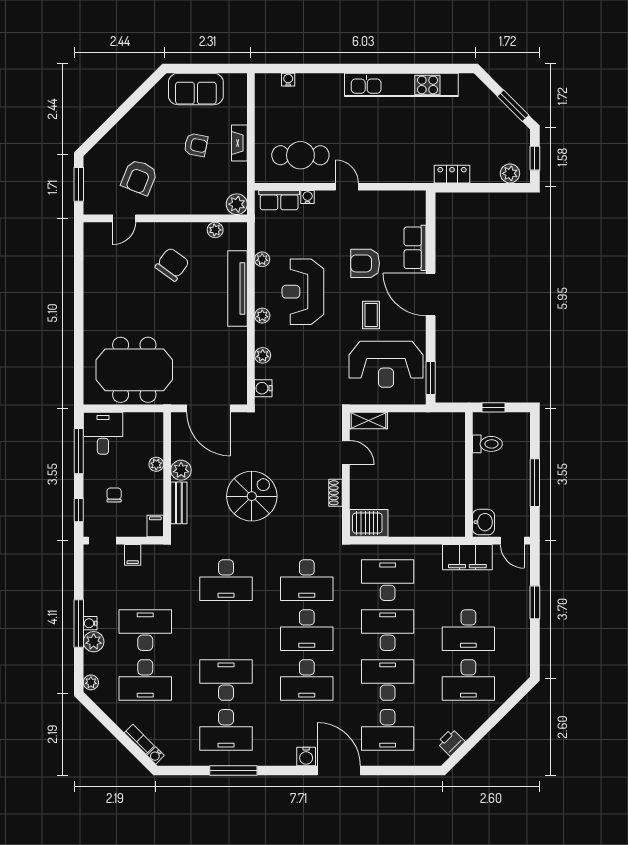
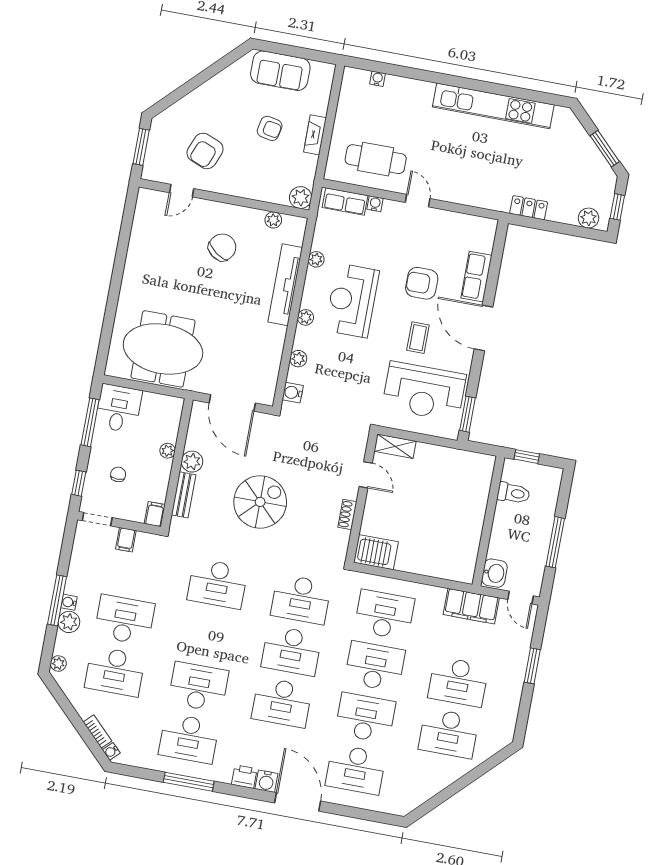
printer: (451, 742) -> (244, 777), moved, turned 45

